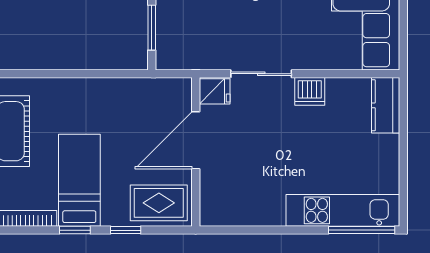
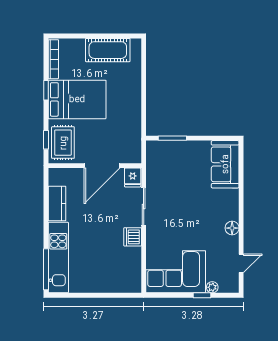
kitchen counter: (386, 105) -> (57, 204), moved, turned 90
door: (196, 140) -> (102, 166), swing flipped
bed: (79, 180) -> (77, 99), width x1.50
window: (126, 230) -> (46, 140), moved

